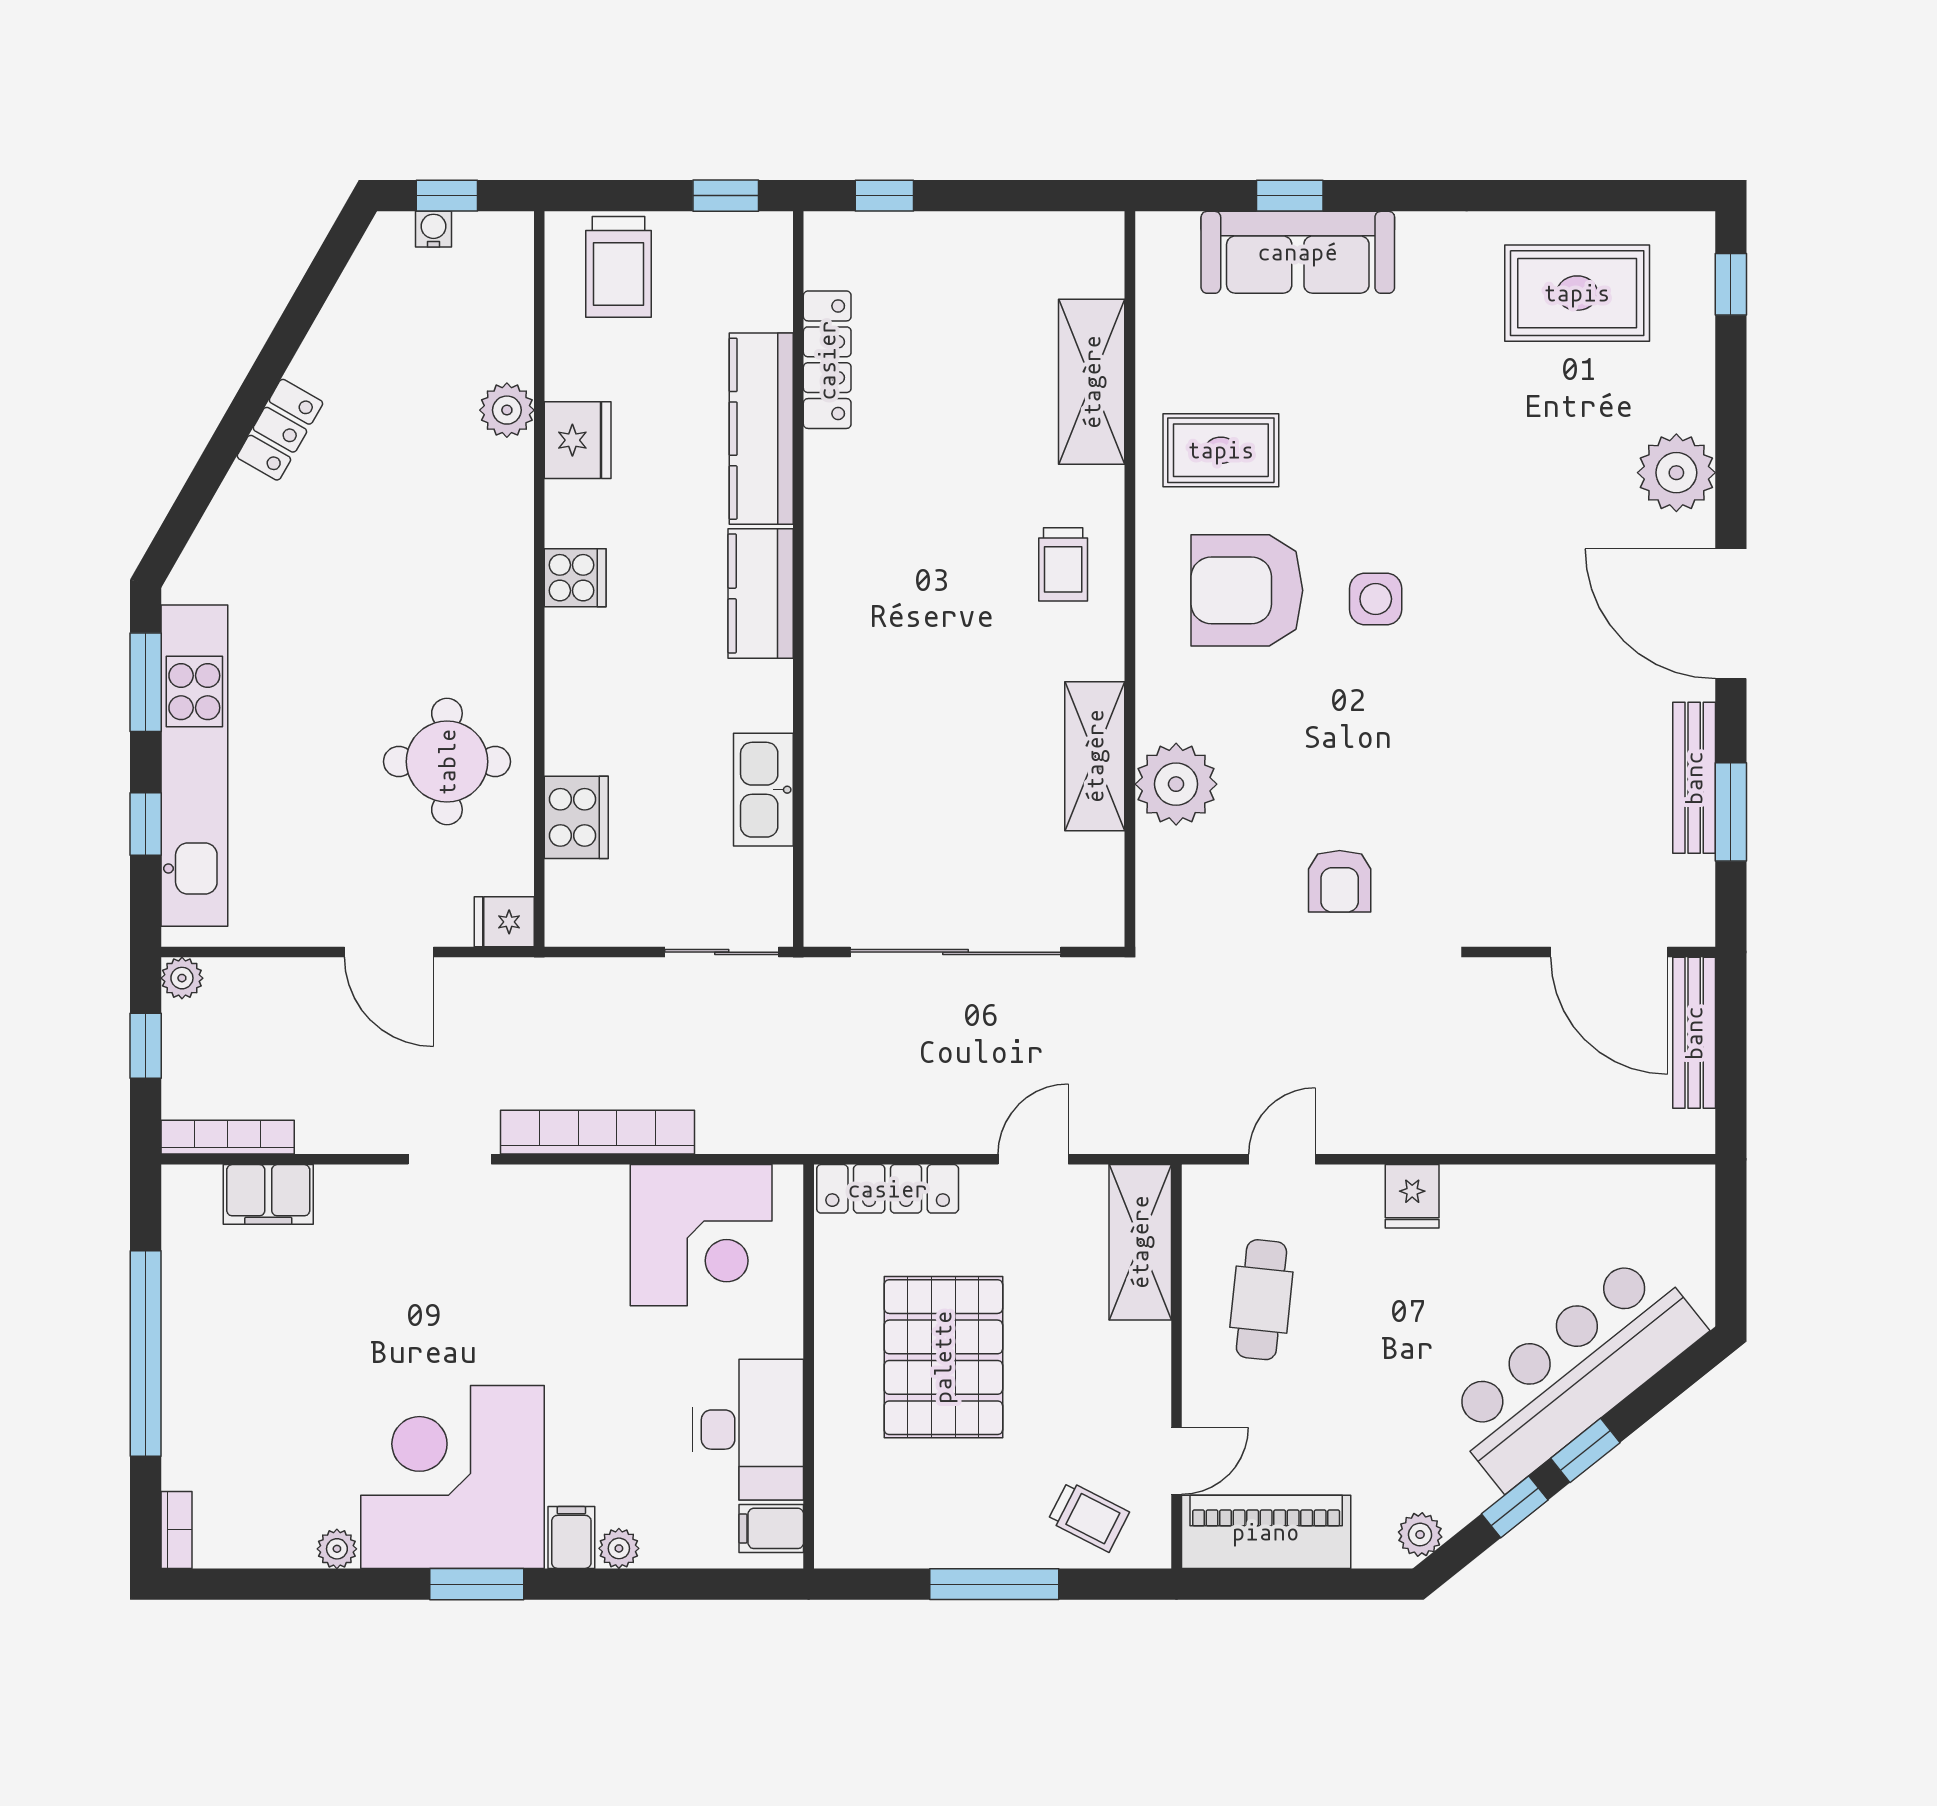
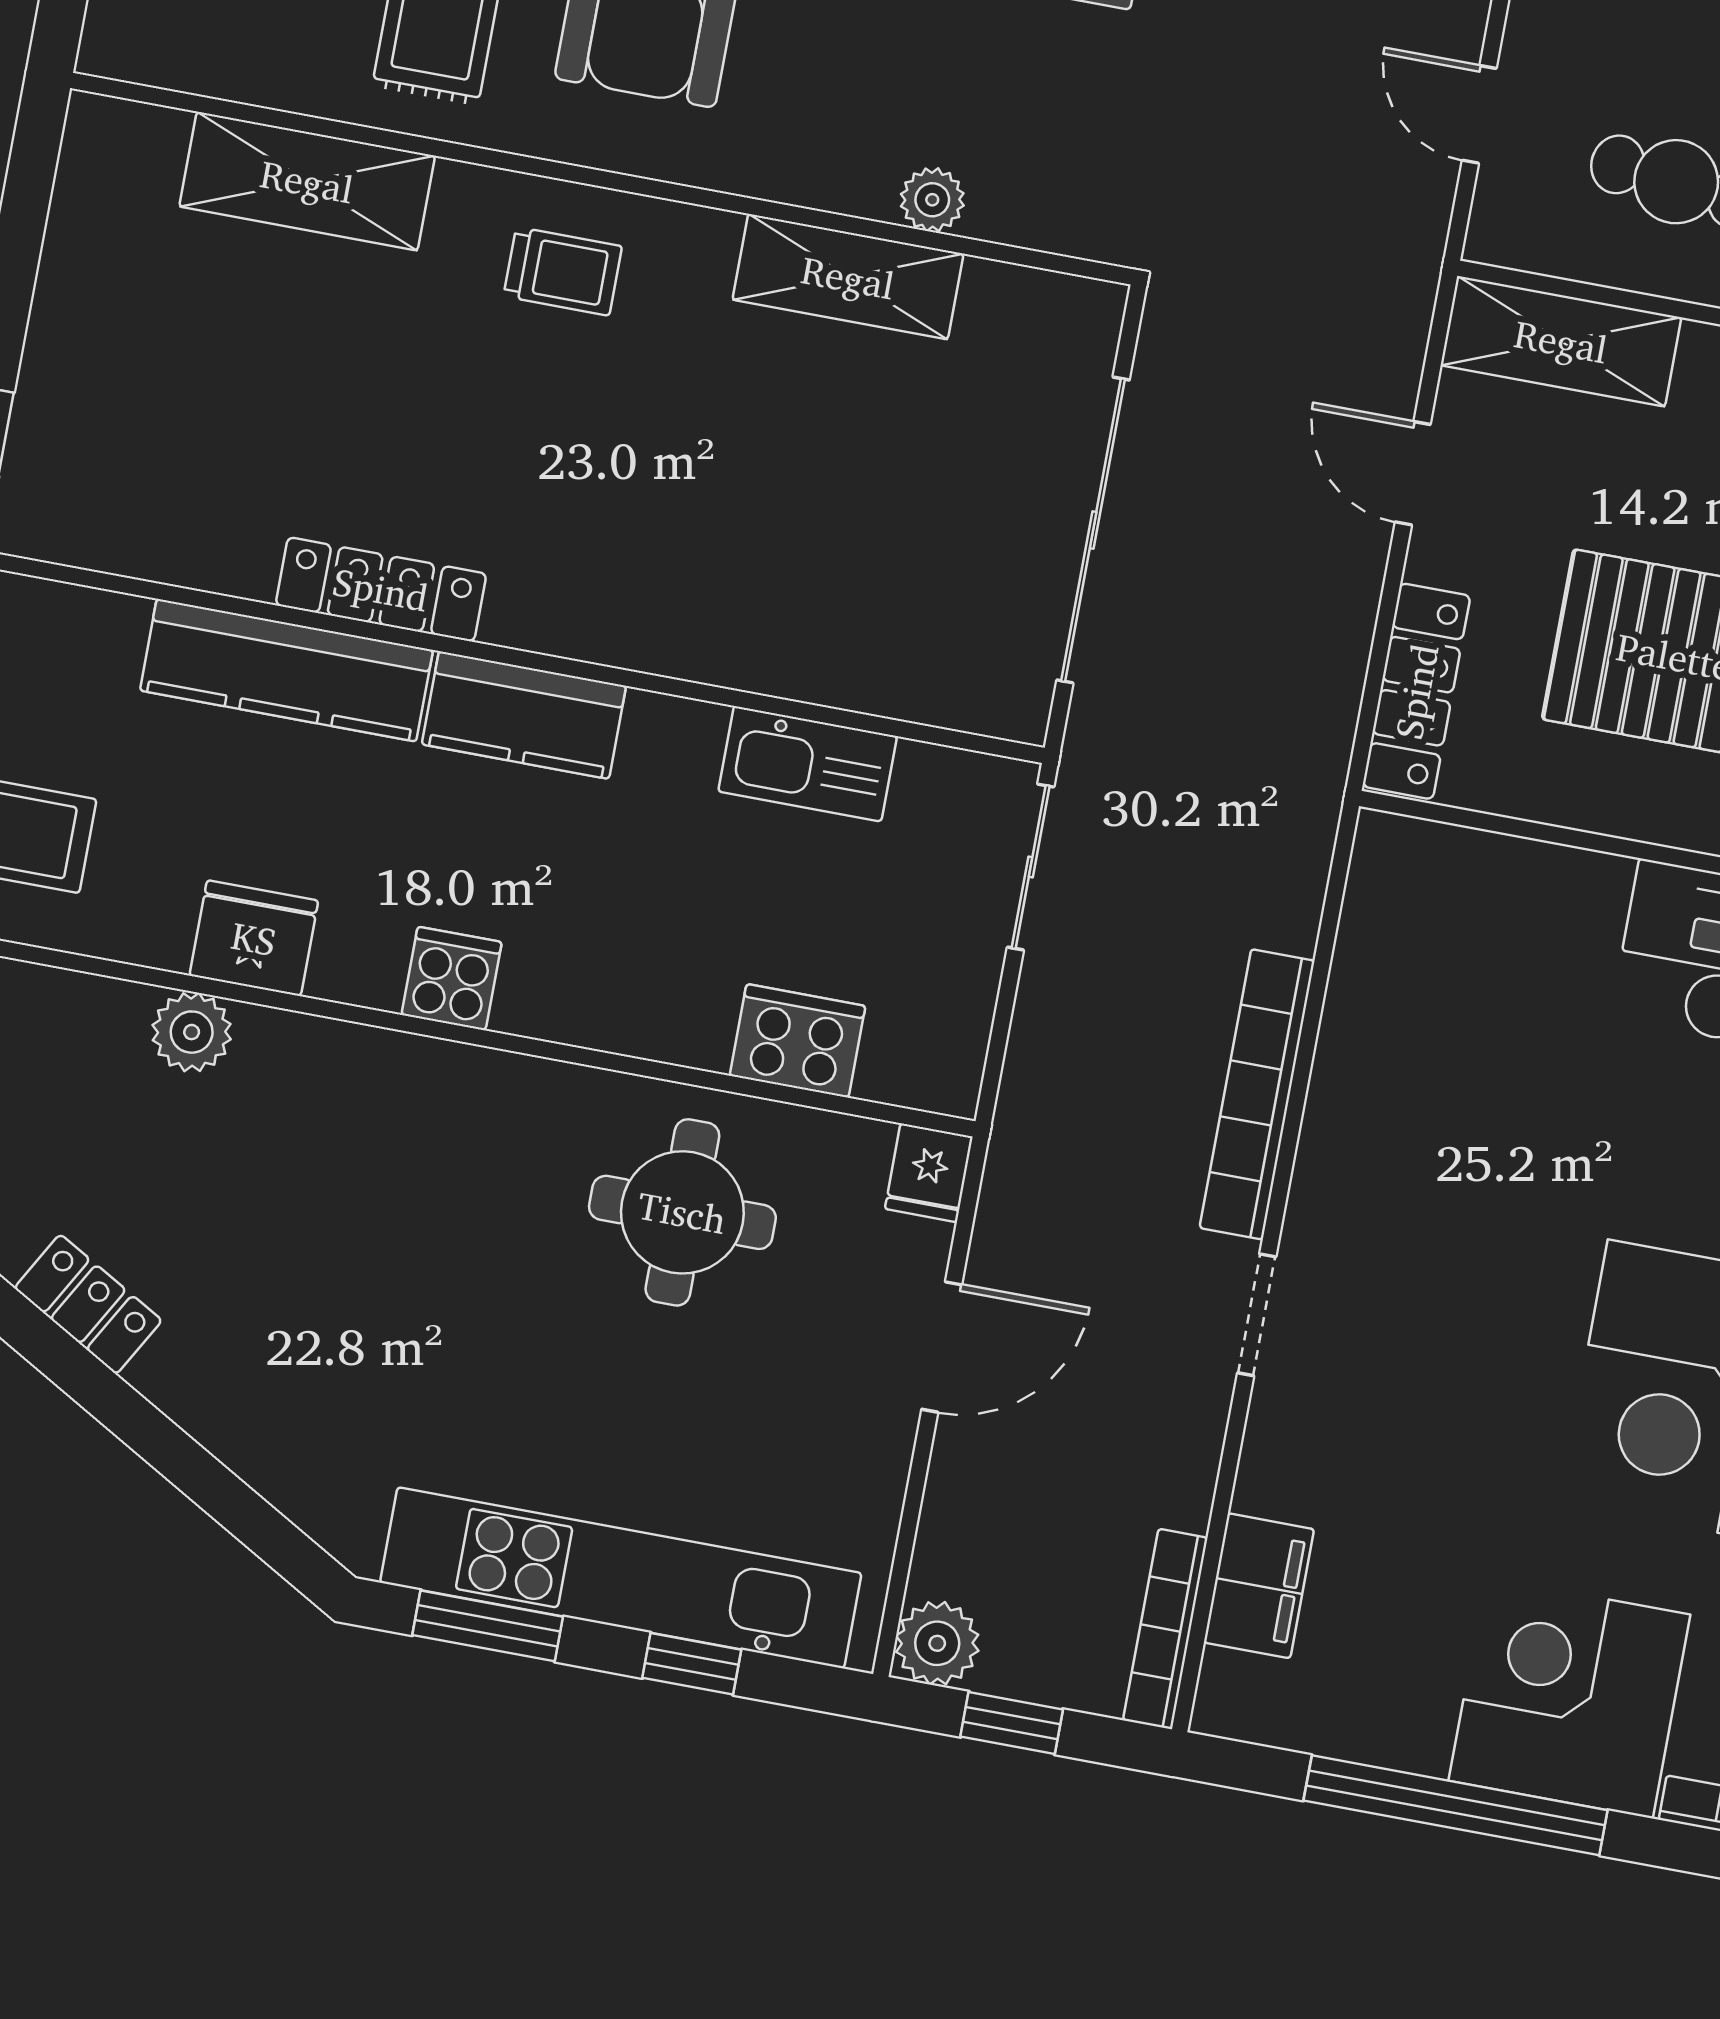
locker: (827, 360) -> (381, 589), moved
locker: (280, 430) -> (88, 1304), moved
plant: (1176, 784) -> (932, 200), width x0.53, depth x0.53
plant: (182, 978) -> (937, 1643), width x1.38, depth x1.38
corner desk: (701, 1235) -> (1569, 1698), moved, turned -90

